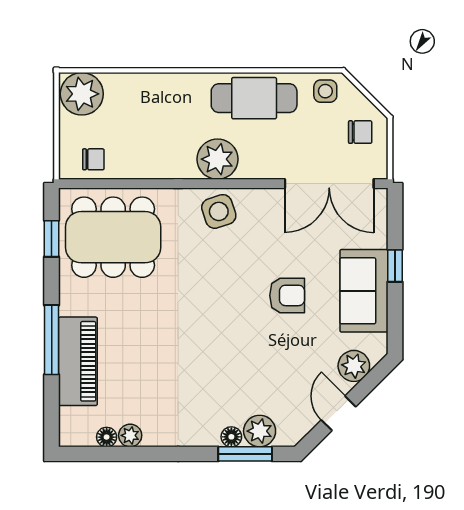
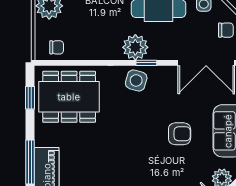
window: (235, 184) -> (146, 63), added
side table: (219, 211) -> (136, 80), turned 34

